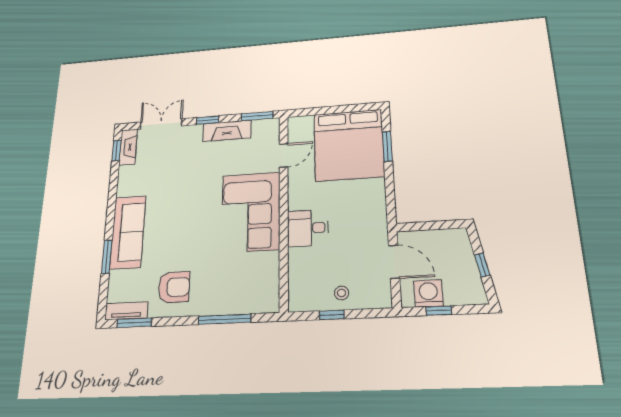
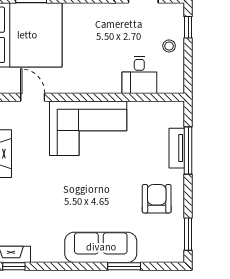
desk: (308, 228) -> (139, 75), moved
tv unit: (126, 311) -> (177, 148), moved
window: (332, 315) -> (188, 27), moved

